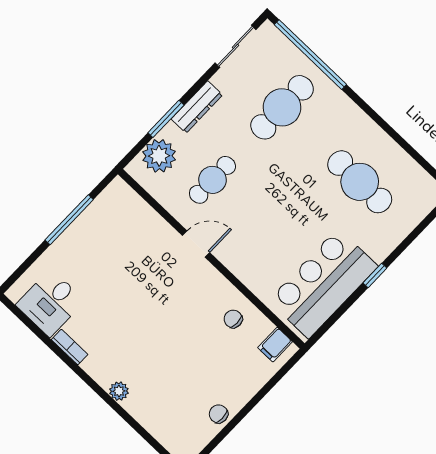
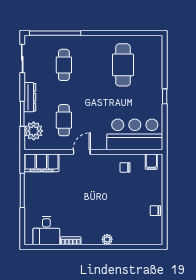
cafe table: (282, 107) -> (64, 65), width x0.73, depth x0.74
cafe table: (360, 182) -> (123, 65), turned 90
filing cabinet: (129, 208) -> (41, 163), added
bar counter: (323, 283) -> (135, 134), moved, turned 90

